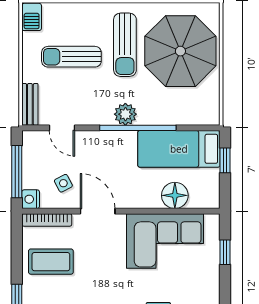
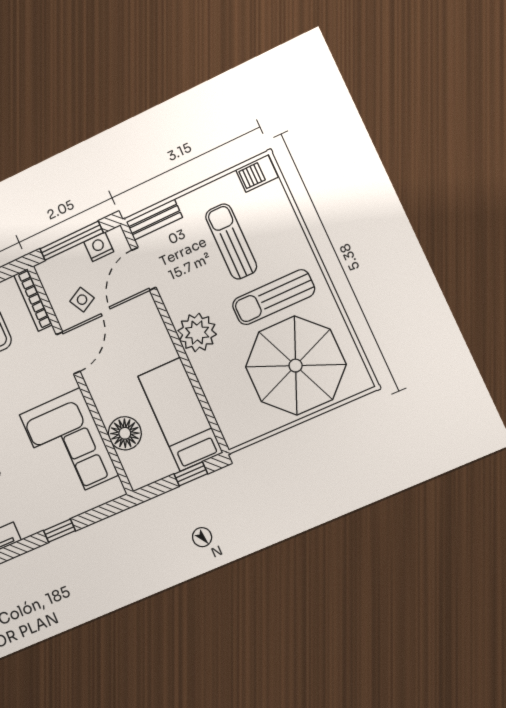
plant: (125, 114) -> (197, 333), width x1.36, depth x1.36
door: (62, 128) -> (144, 269), width x1.38
window: (138, 128) -> (183, 356), removed
nightstand: (31, 199) -> (99, 247), moved
window: (225, 252) -> (59, 531), moved

